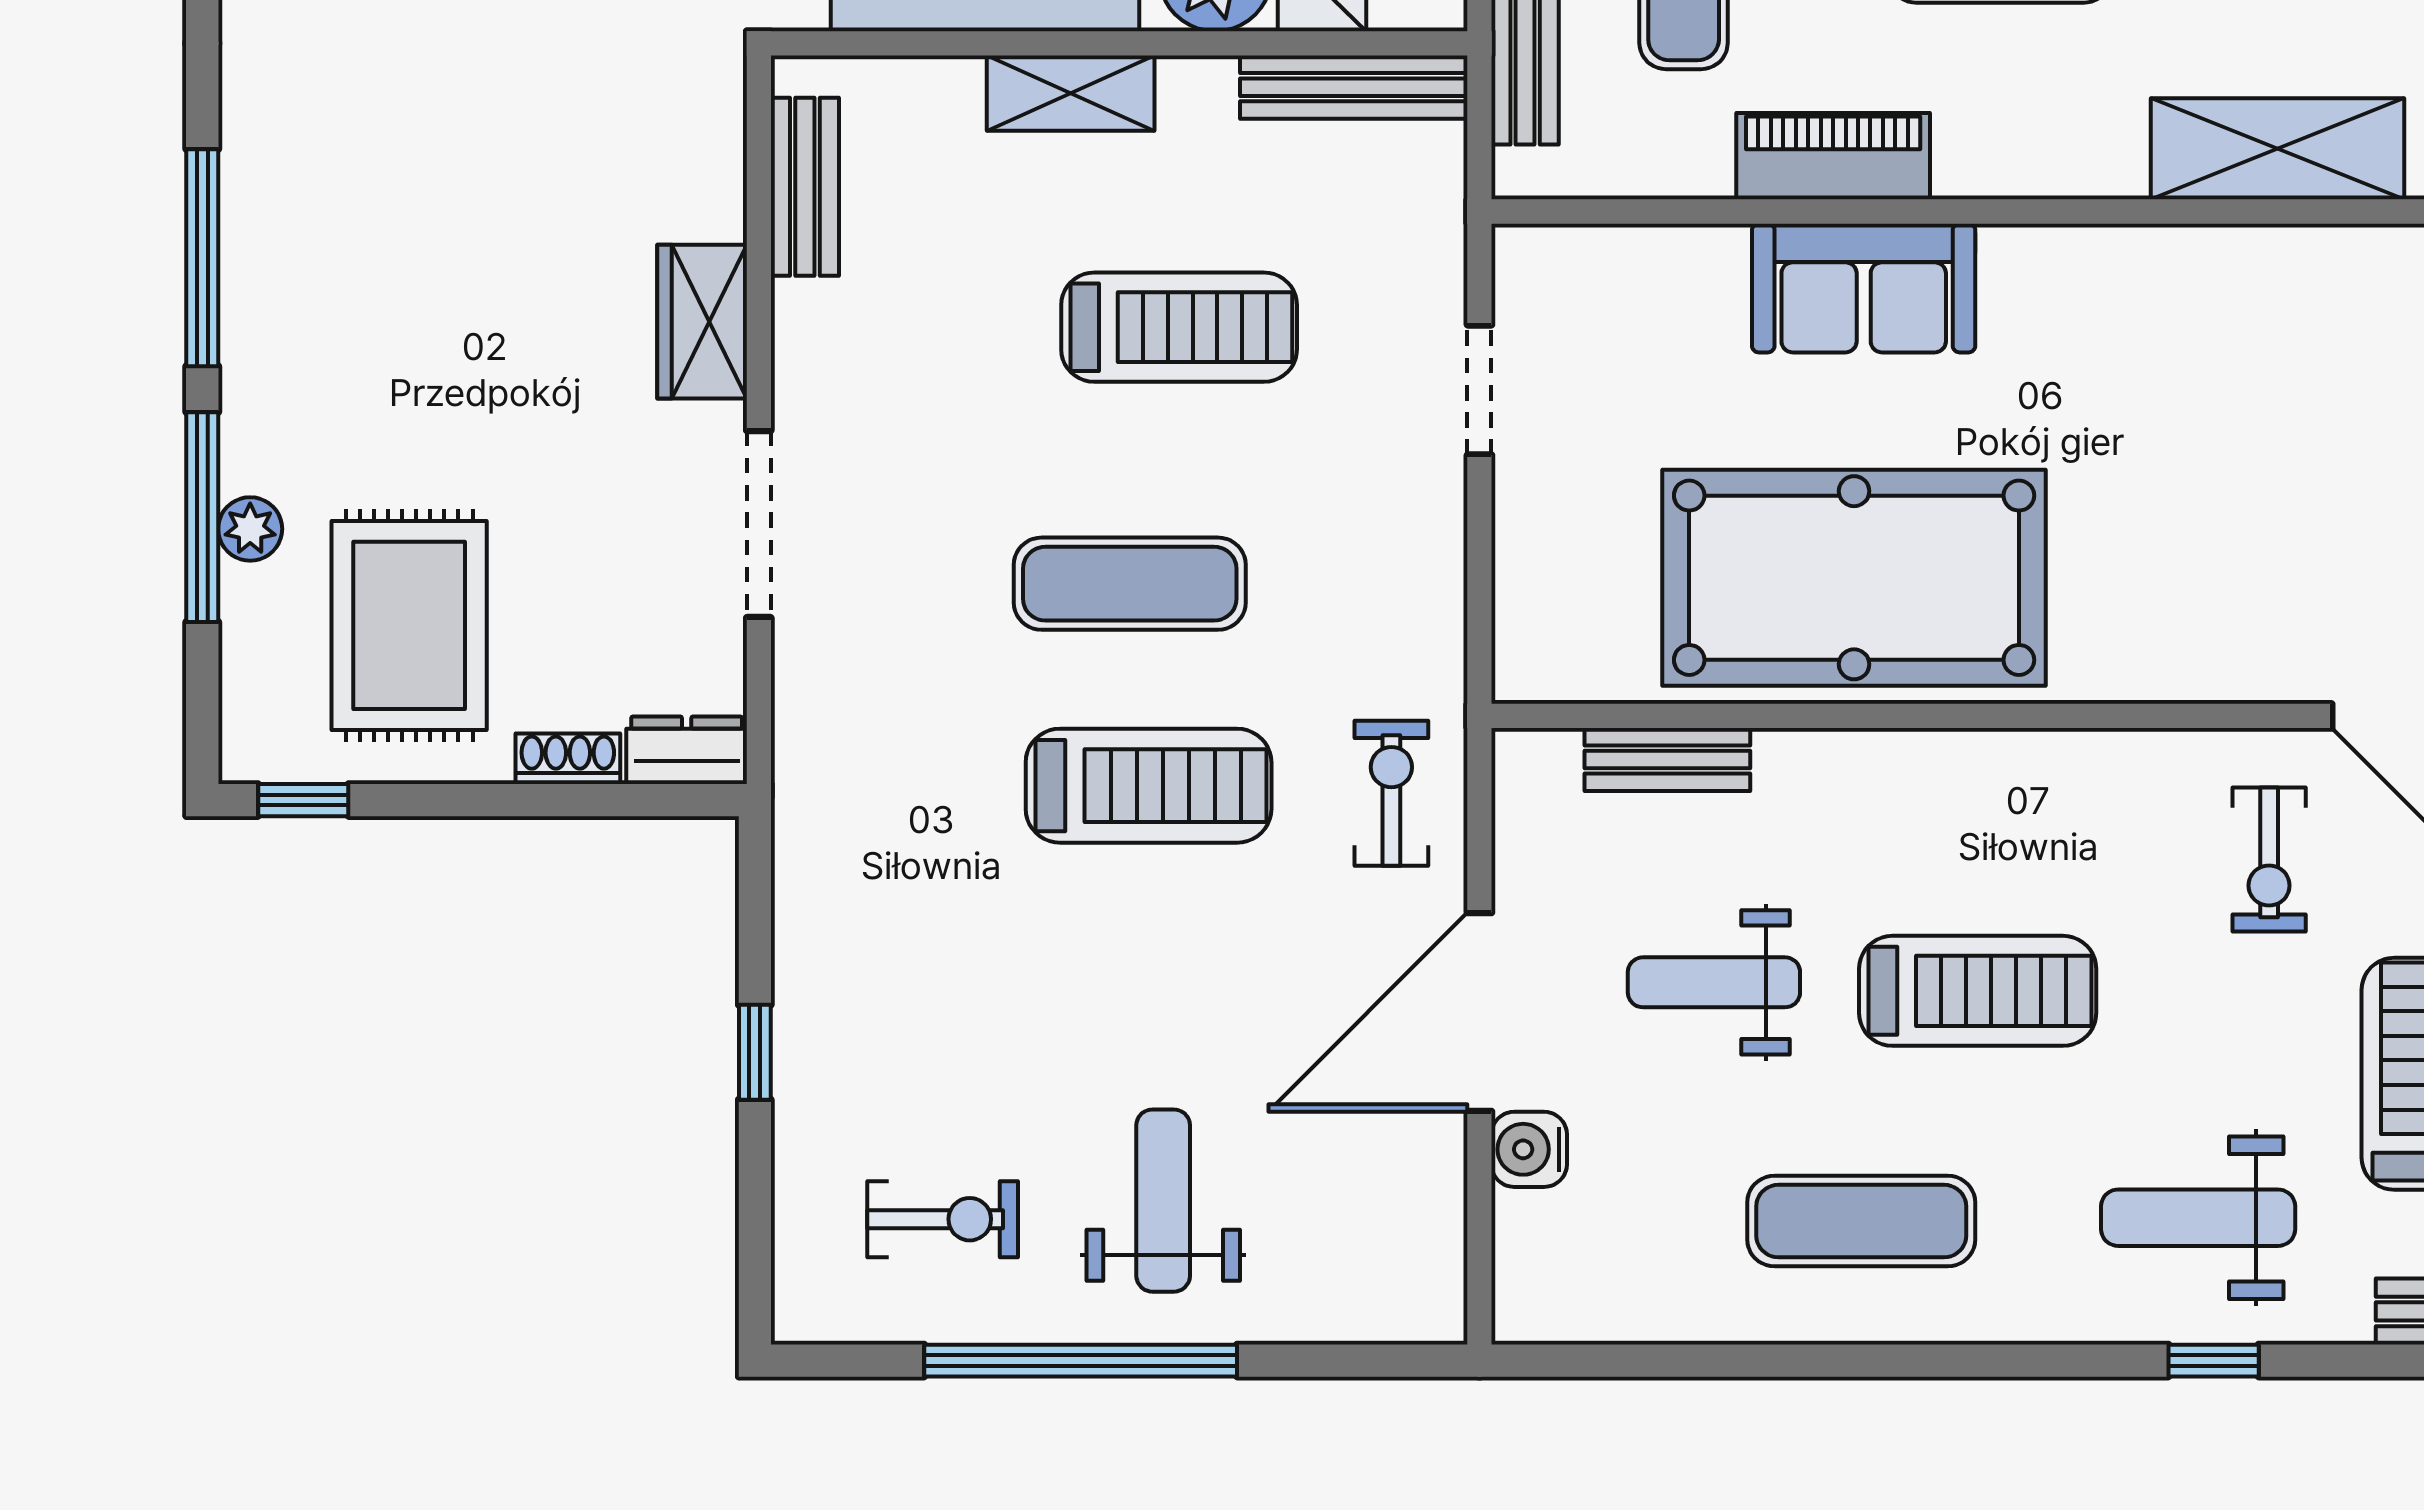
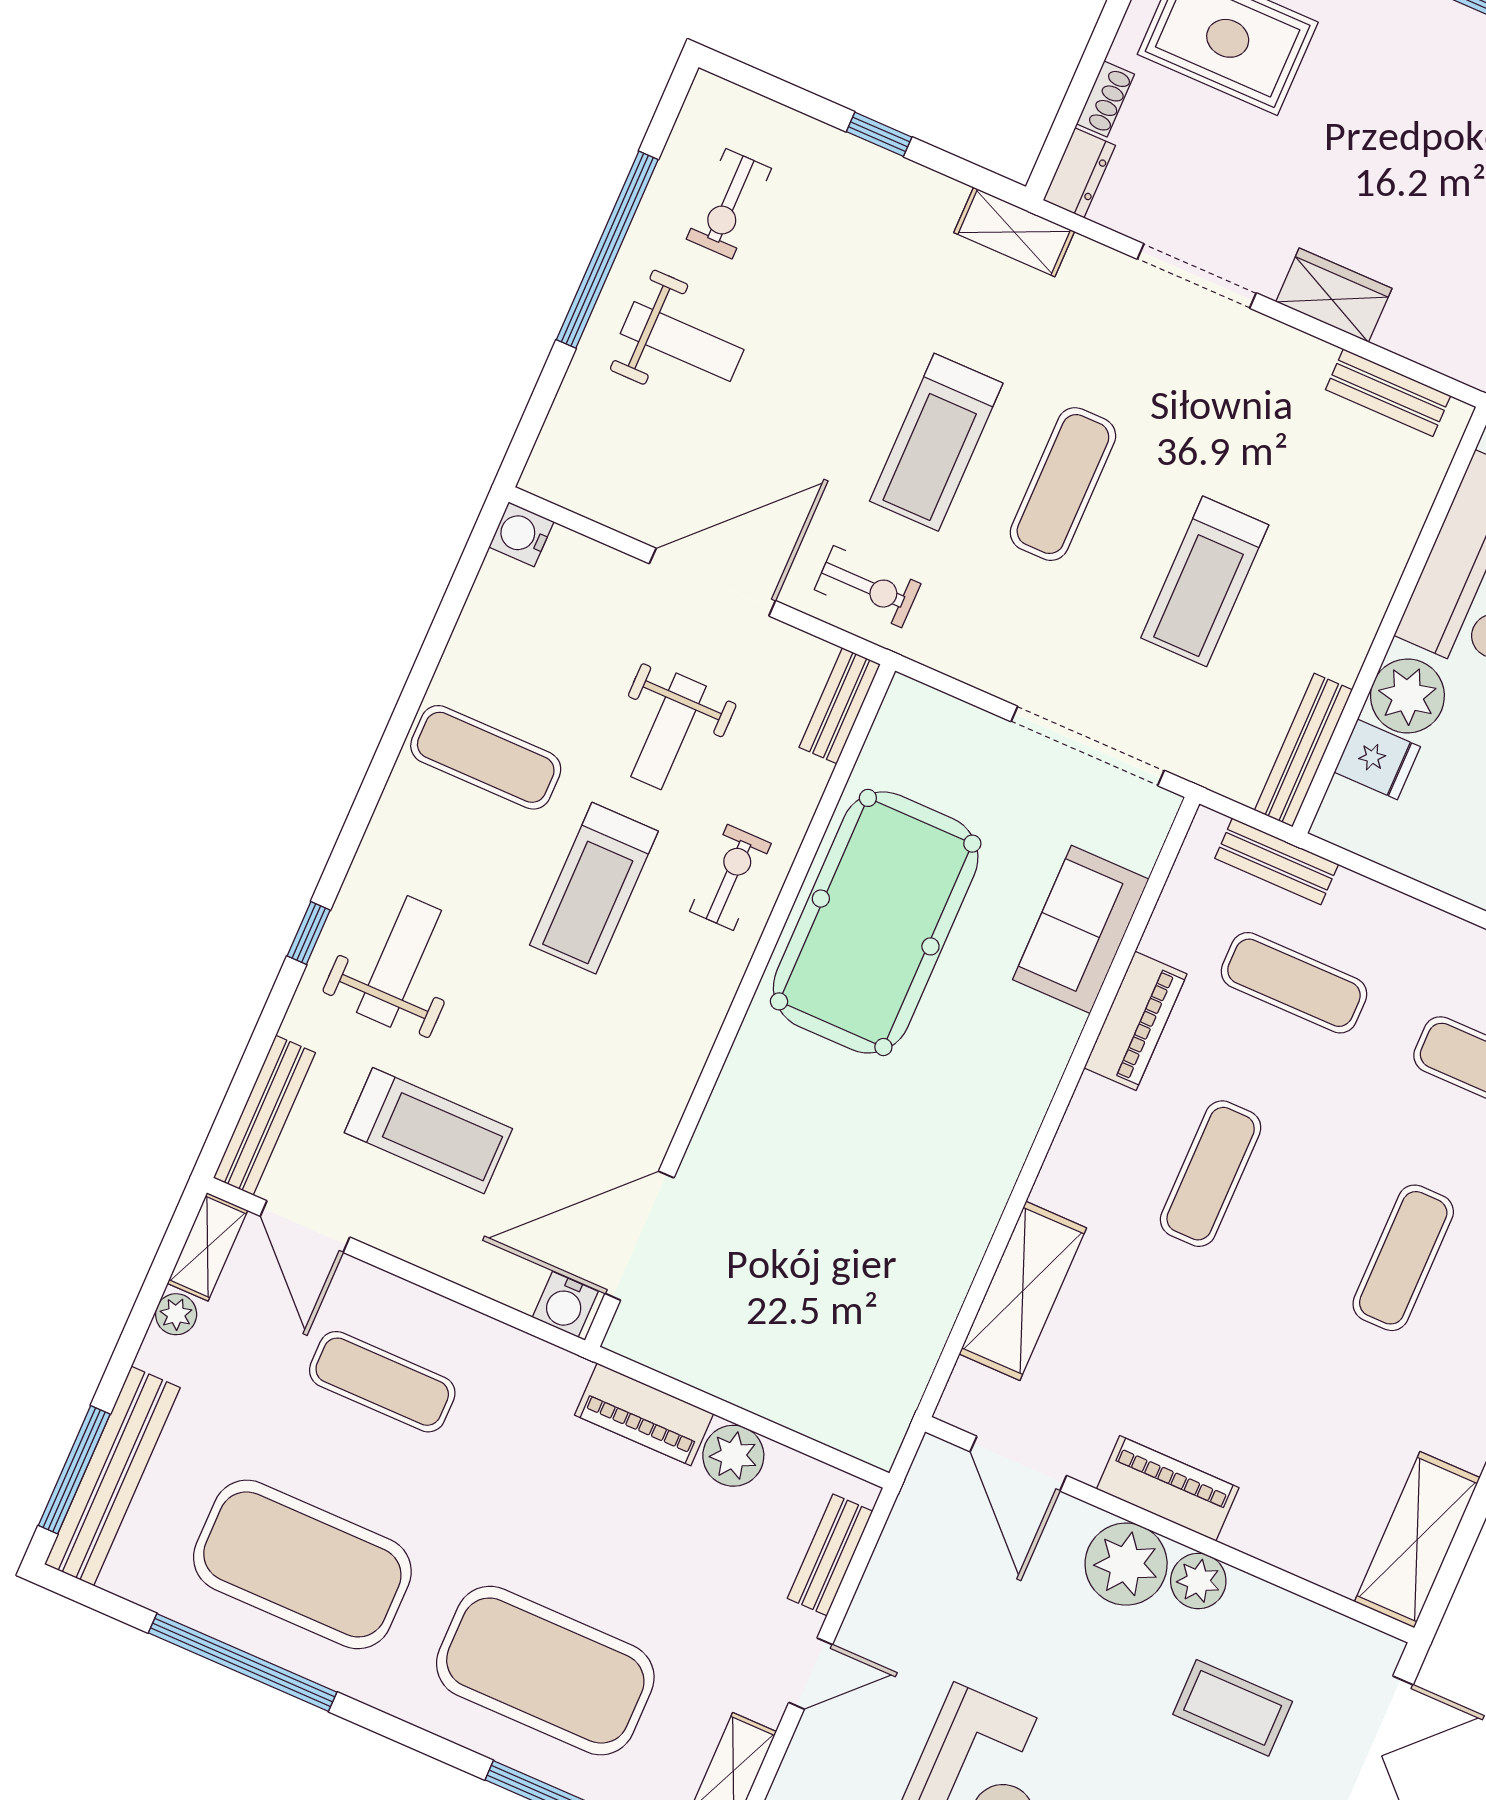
shelving: (1071, 93) -> (1014, 232), moved, turned 90
sofa: (1864, 288) -> (1081, 929), moved
doorway: (1479, 390) -> (1088, 746), width x1.87
bench: (1667, 760) -> (840, 706), moved
exercise bike: (2269, 860) -> (730, 877), moved, turned 90
weight bench: (1714, 982) -> (669, 731), turned 180
door: (1479, 1012) -> (712, 582), hinge flipped
water cooler: (1529, 1149) -> (521, 534), moved, turned -90
exercise mat: (1861, 1221) -> (486, 757), turned 90

